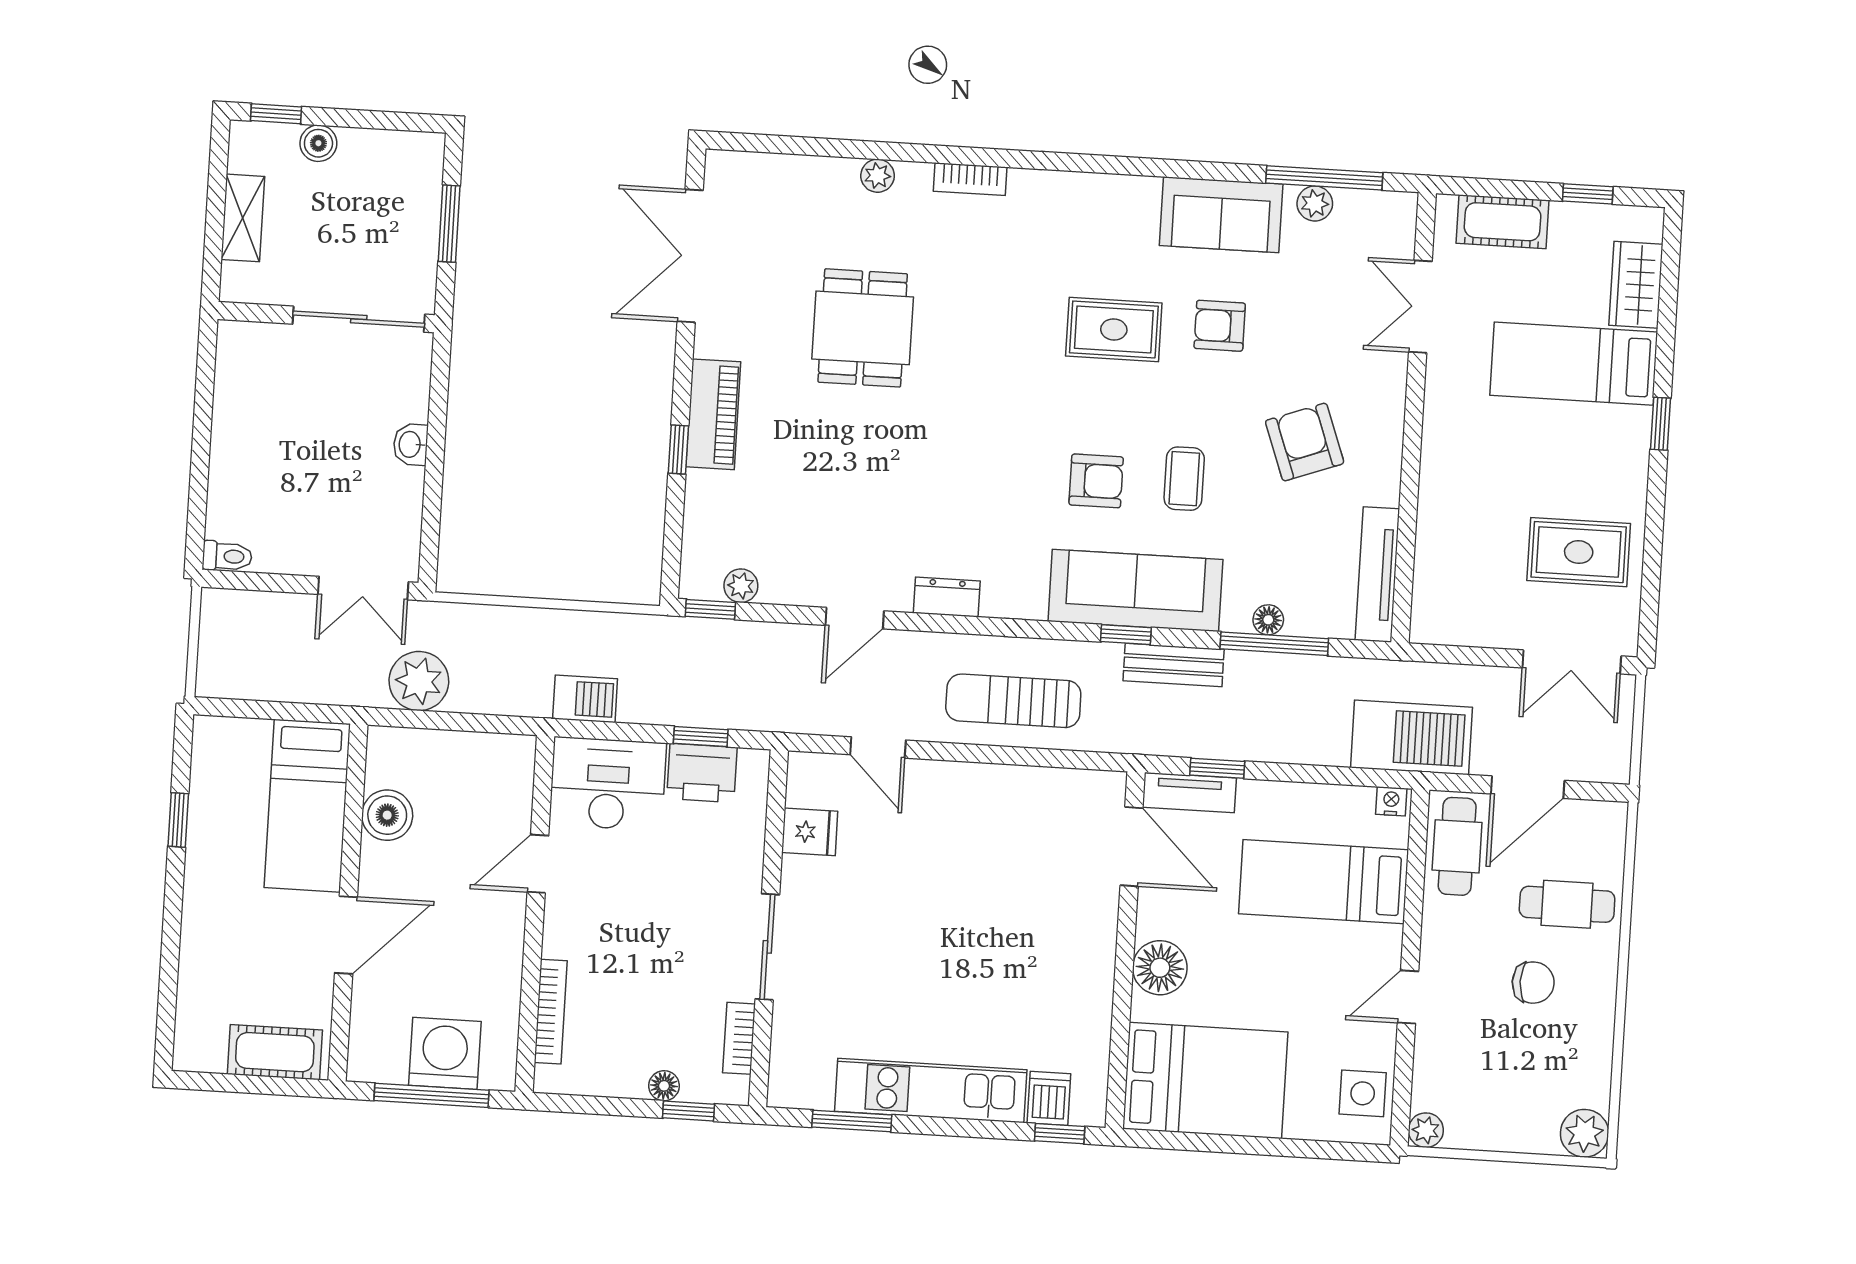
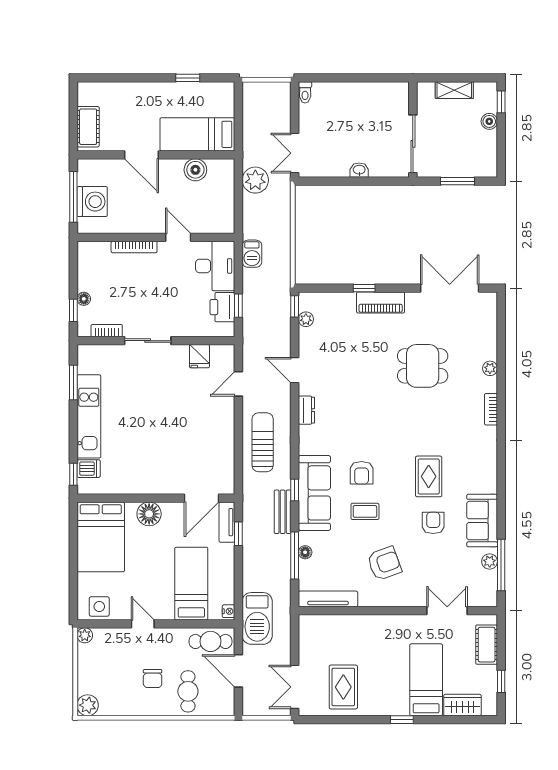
bookcase: (551, 1012) -> (134, 247), moved

